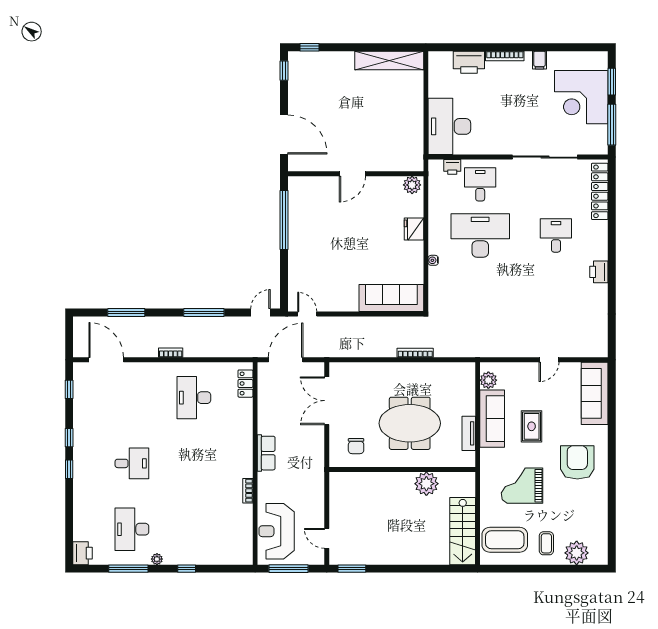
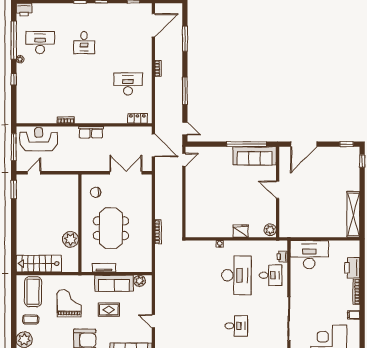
sofa: (391, 298) -> (255, 156), moved, turned 90
window: (128, 569) -> (14, 40), width x1.46

